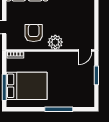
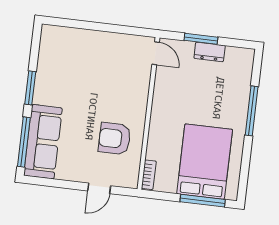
plant: (55, 42) -> (135, 103), removed
dresser: (89, 81) -> (210, 52), added

